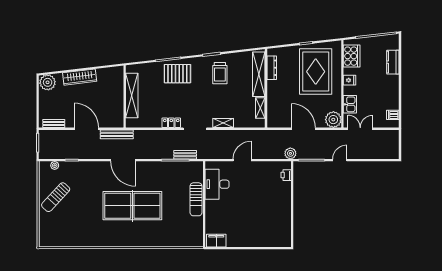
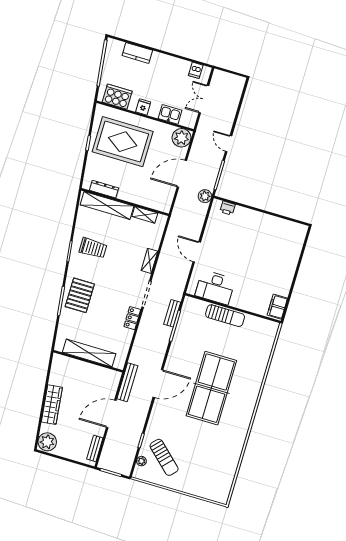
double door: (360, 129) -> (204, 99), moved
sun lounger: (56, 197) -> (164, 457), moved

